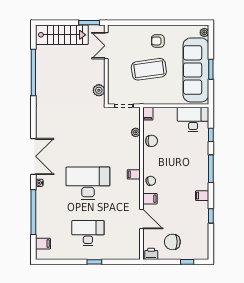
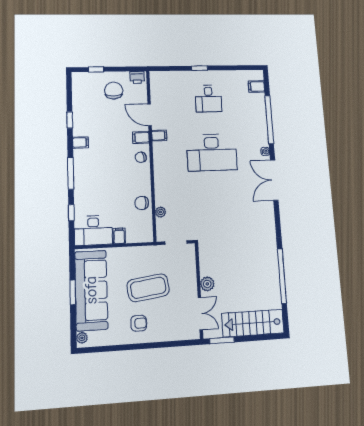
plant: (99, 90) -> (207, 284), moved
filing cabinet: (148, 114) -> (119, 236), moved
filing cabinet: (134, 174) -> (159, 135), moved
desk: (88, 233) -> (208, 99), width x0.73
chair: (172, 242) -> (114, 91), turned -90

